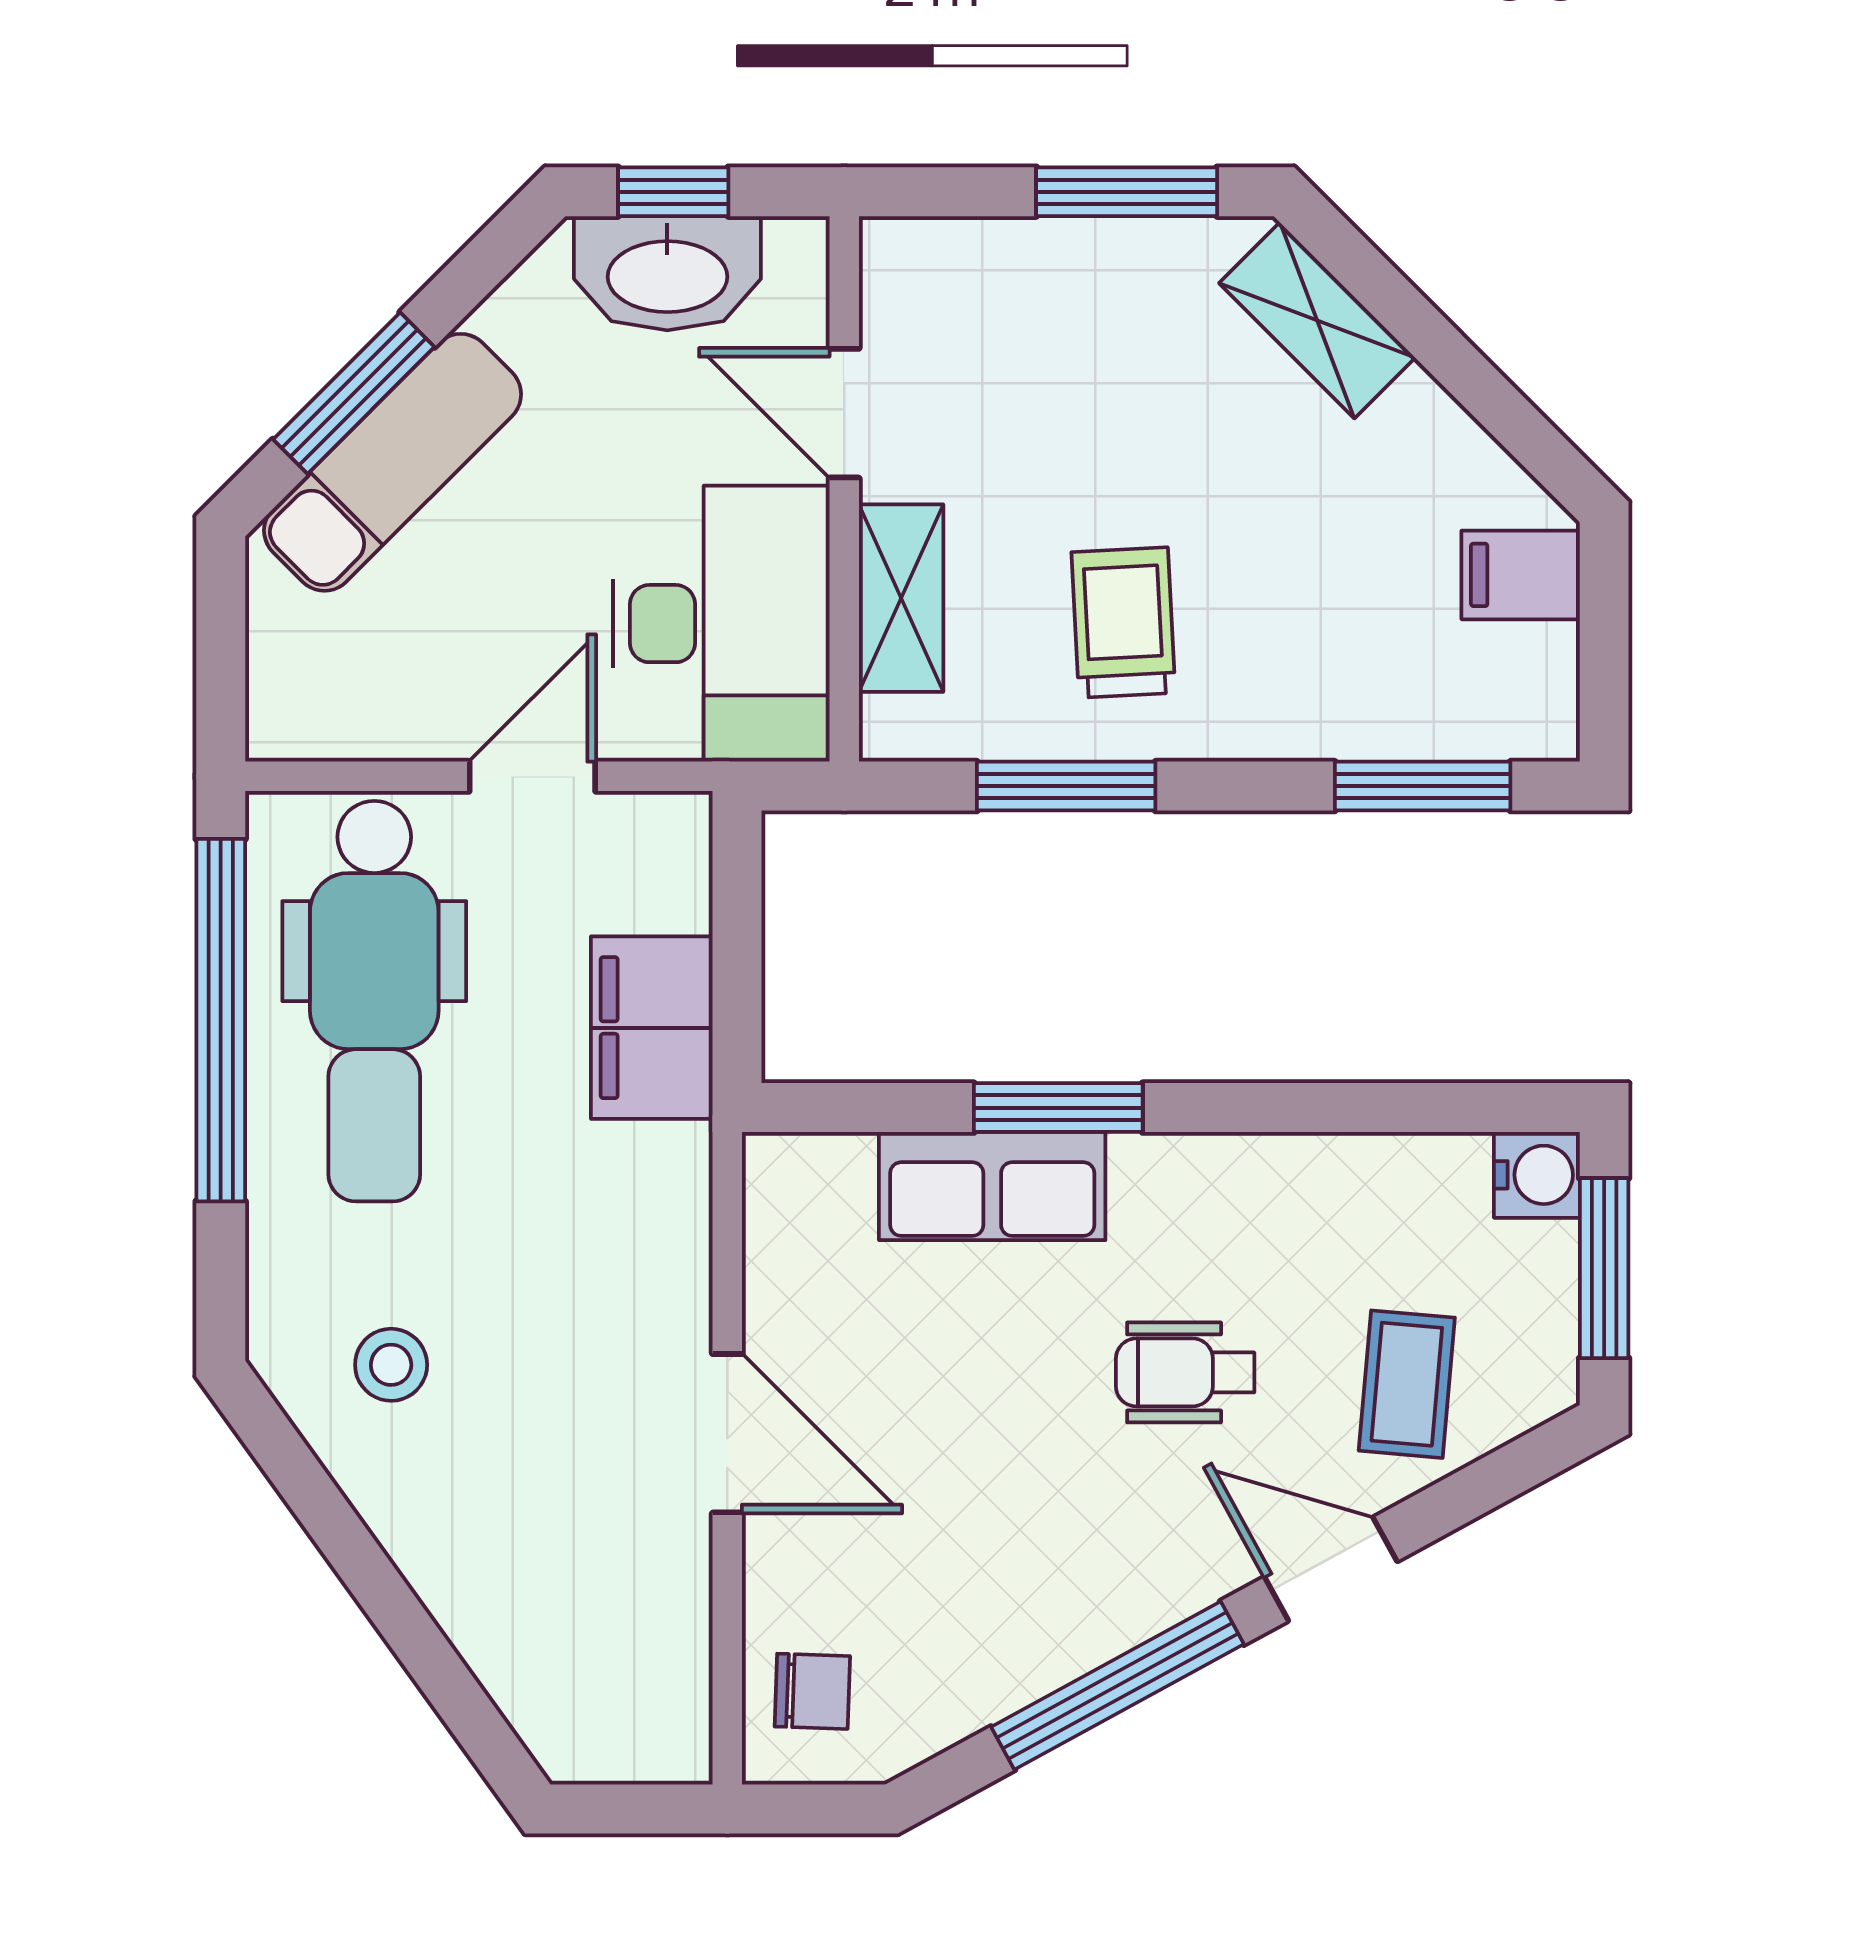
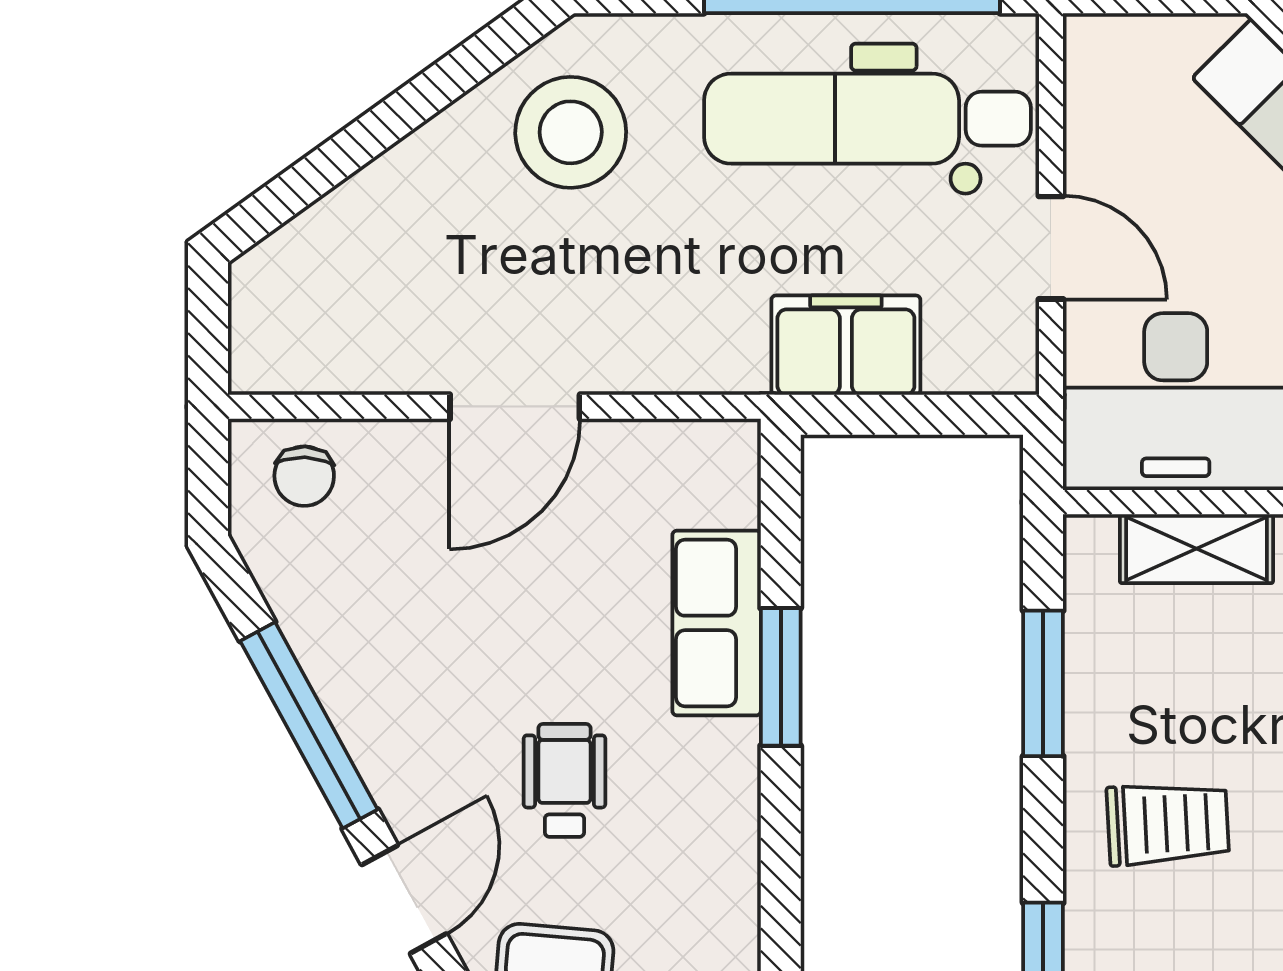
trolley: (1123, 623) -> (1168, 824), moved
stool: (391, 1365) -> (571, 132), width x1.89, depth x1.89

